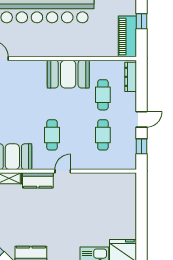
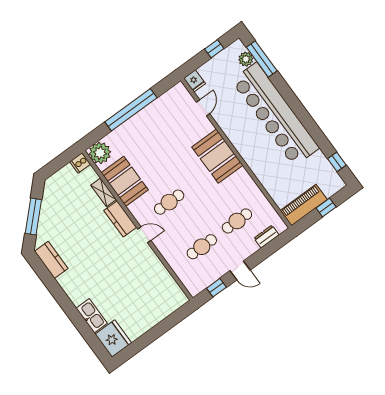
booth: (68, 74) -> (217, 156), moved
dresser: (131, 77) -> (266, 236), width x0.70

